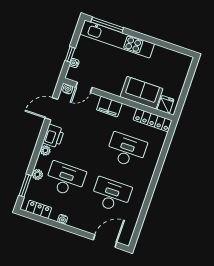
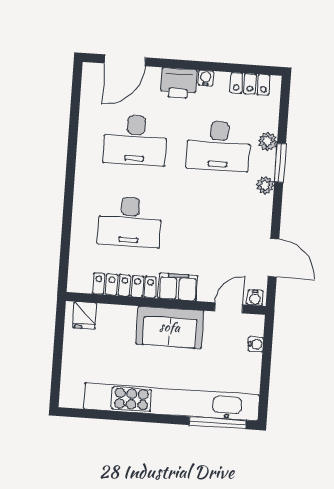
kitchen unit: (117, 39) -> (171, 402), width x1.36
window: (70, 54) -> (267, 357), removed
sofa: (142, 93) -> (170, 327), moved
door: (51, 109) -> (274, 258), hinge flipped
locker: (153, 120) -> (124, 285), moved
printer: (54, 136) -> (179, 83), moved, turned -90
window: (25, 186) -> (280, 163), moved

